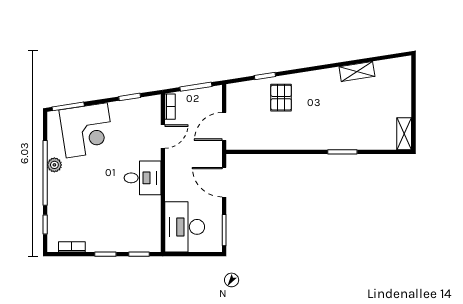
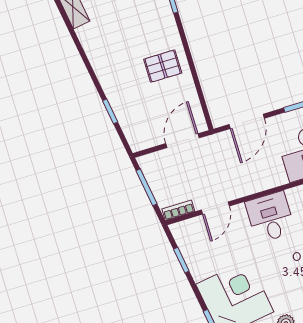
pallet: (281, 98) -> (163, 66), moved
door: (224, 126) -> (182, 141), swing flipped
door: (163, 136) -> (215, 208), swing flipped

